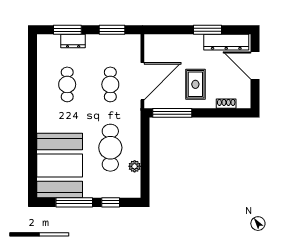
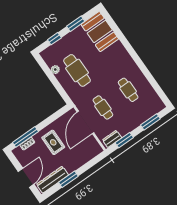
dresser: (73, 41) -> (112, 139), moved
door: (255, 66) -> (26, 178), hinge flipped
window: (172, 113) -> (25, 137), moved
booth: (60, 166) -> (100, 32), width x0.73, depth x0.70
window: (74, 202) -> (76, 24), width x0.69

